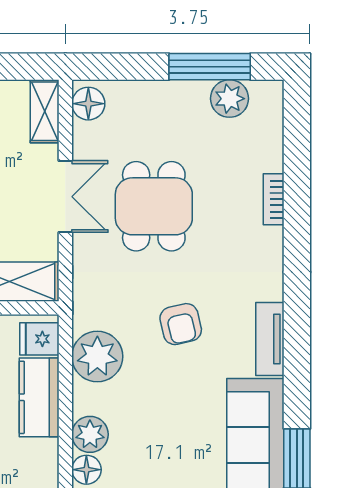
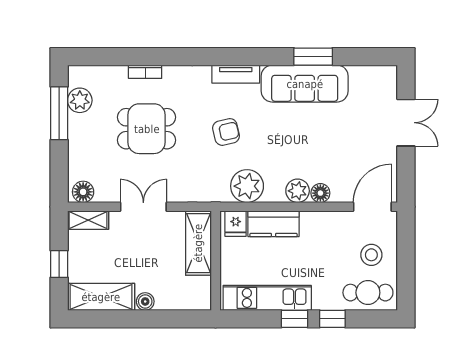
dining table: (154, 206) -> (147, 129), moved

